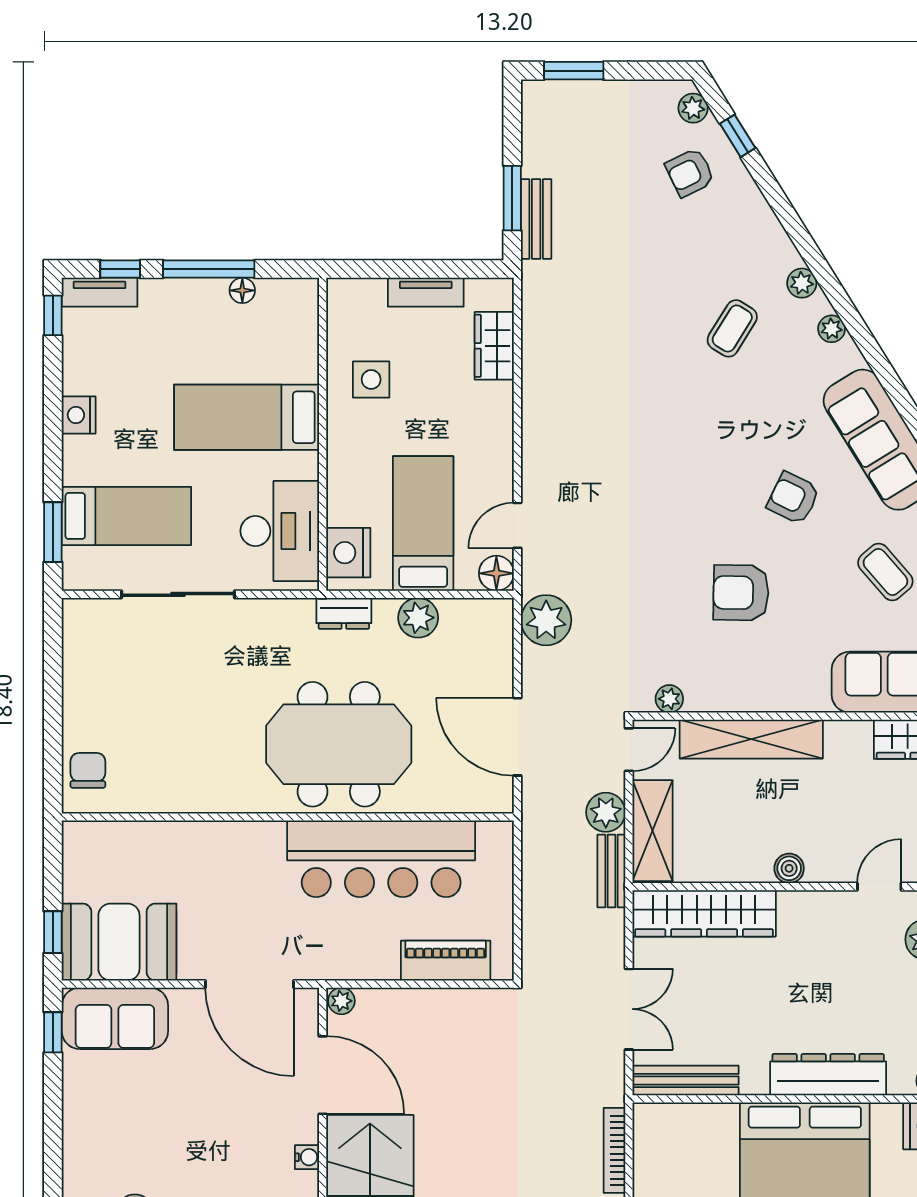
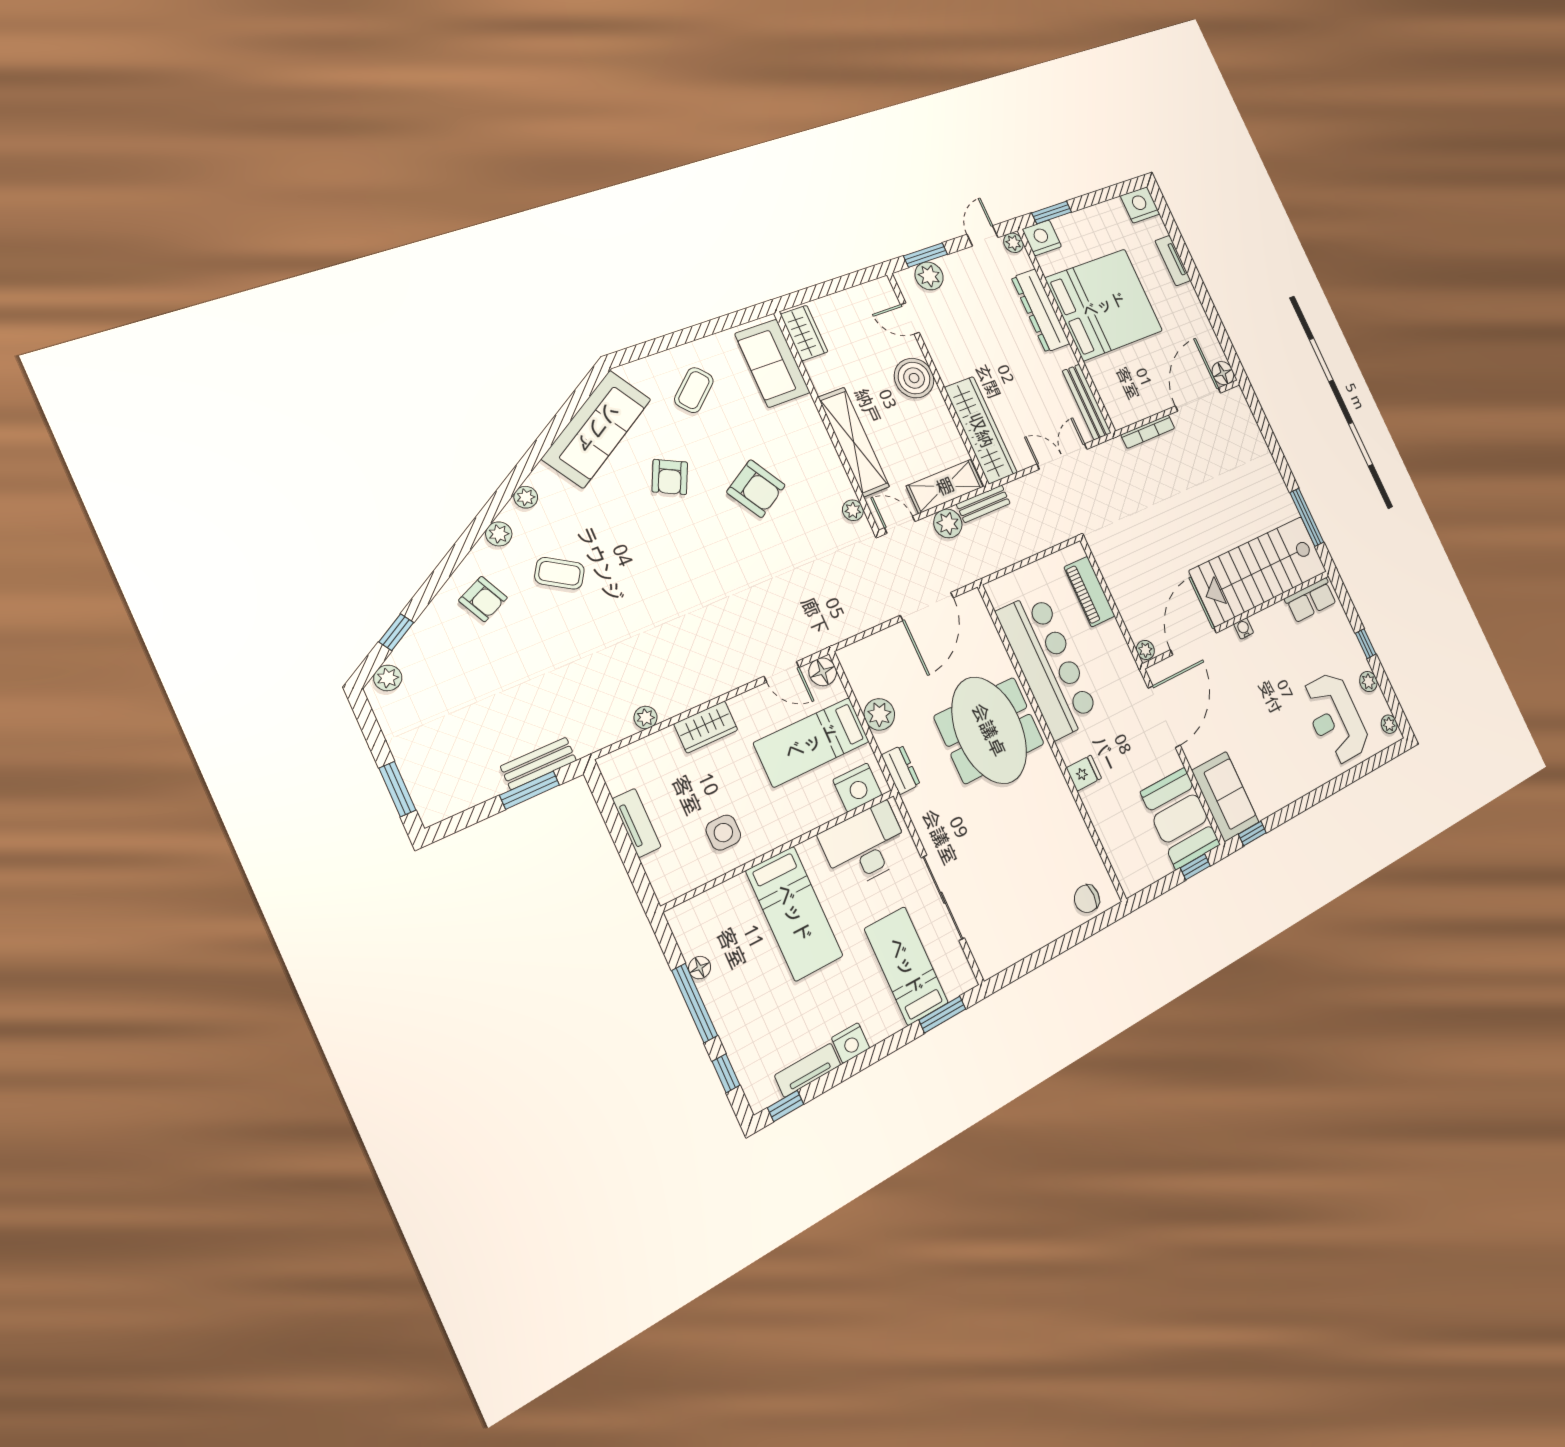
armchair: (690, 173) -> (483, 599), moved
tv unit: (100, 292) -> (808, 1070), moved, turned -90
wardrobe: (494, 346) -> (706, 727), moved
armchair: (741, 593) -> (756, 489), turned -32
plant: (546, 620) -> (646, 717), moved, width x0.53, depth x0.53
fridge: (233, 841) -> (1084, 773), added
boiler: (789, 868) -> (914, 378), width x1.86, depth x1.86

